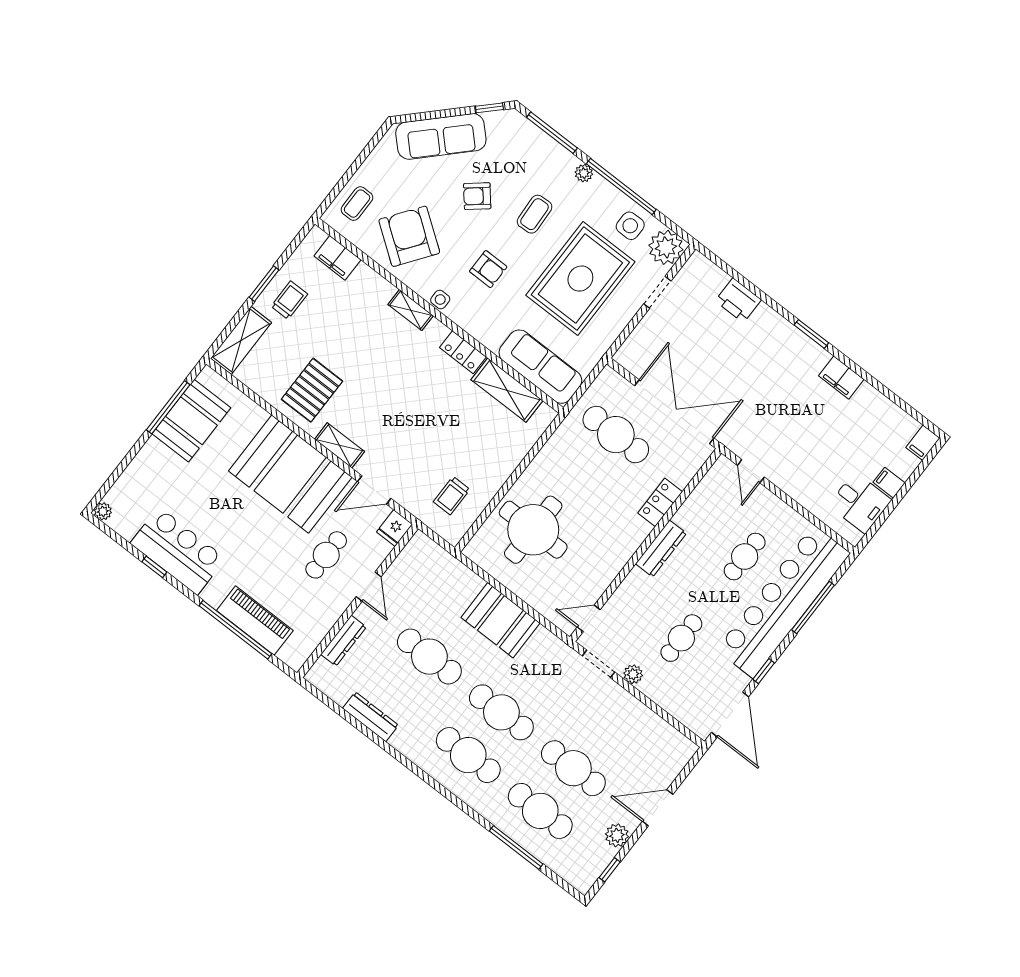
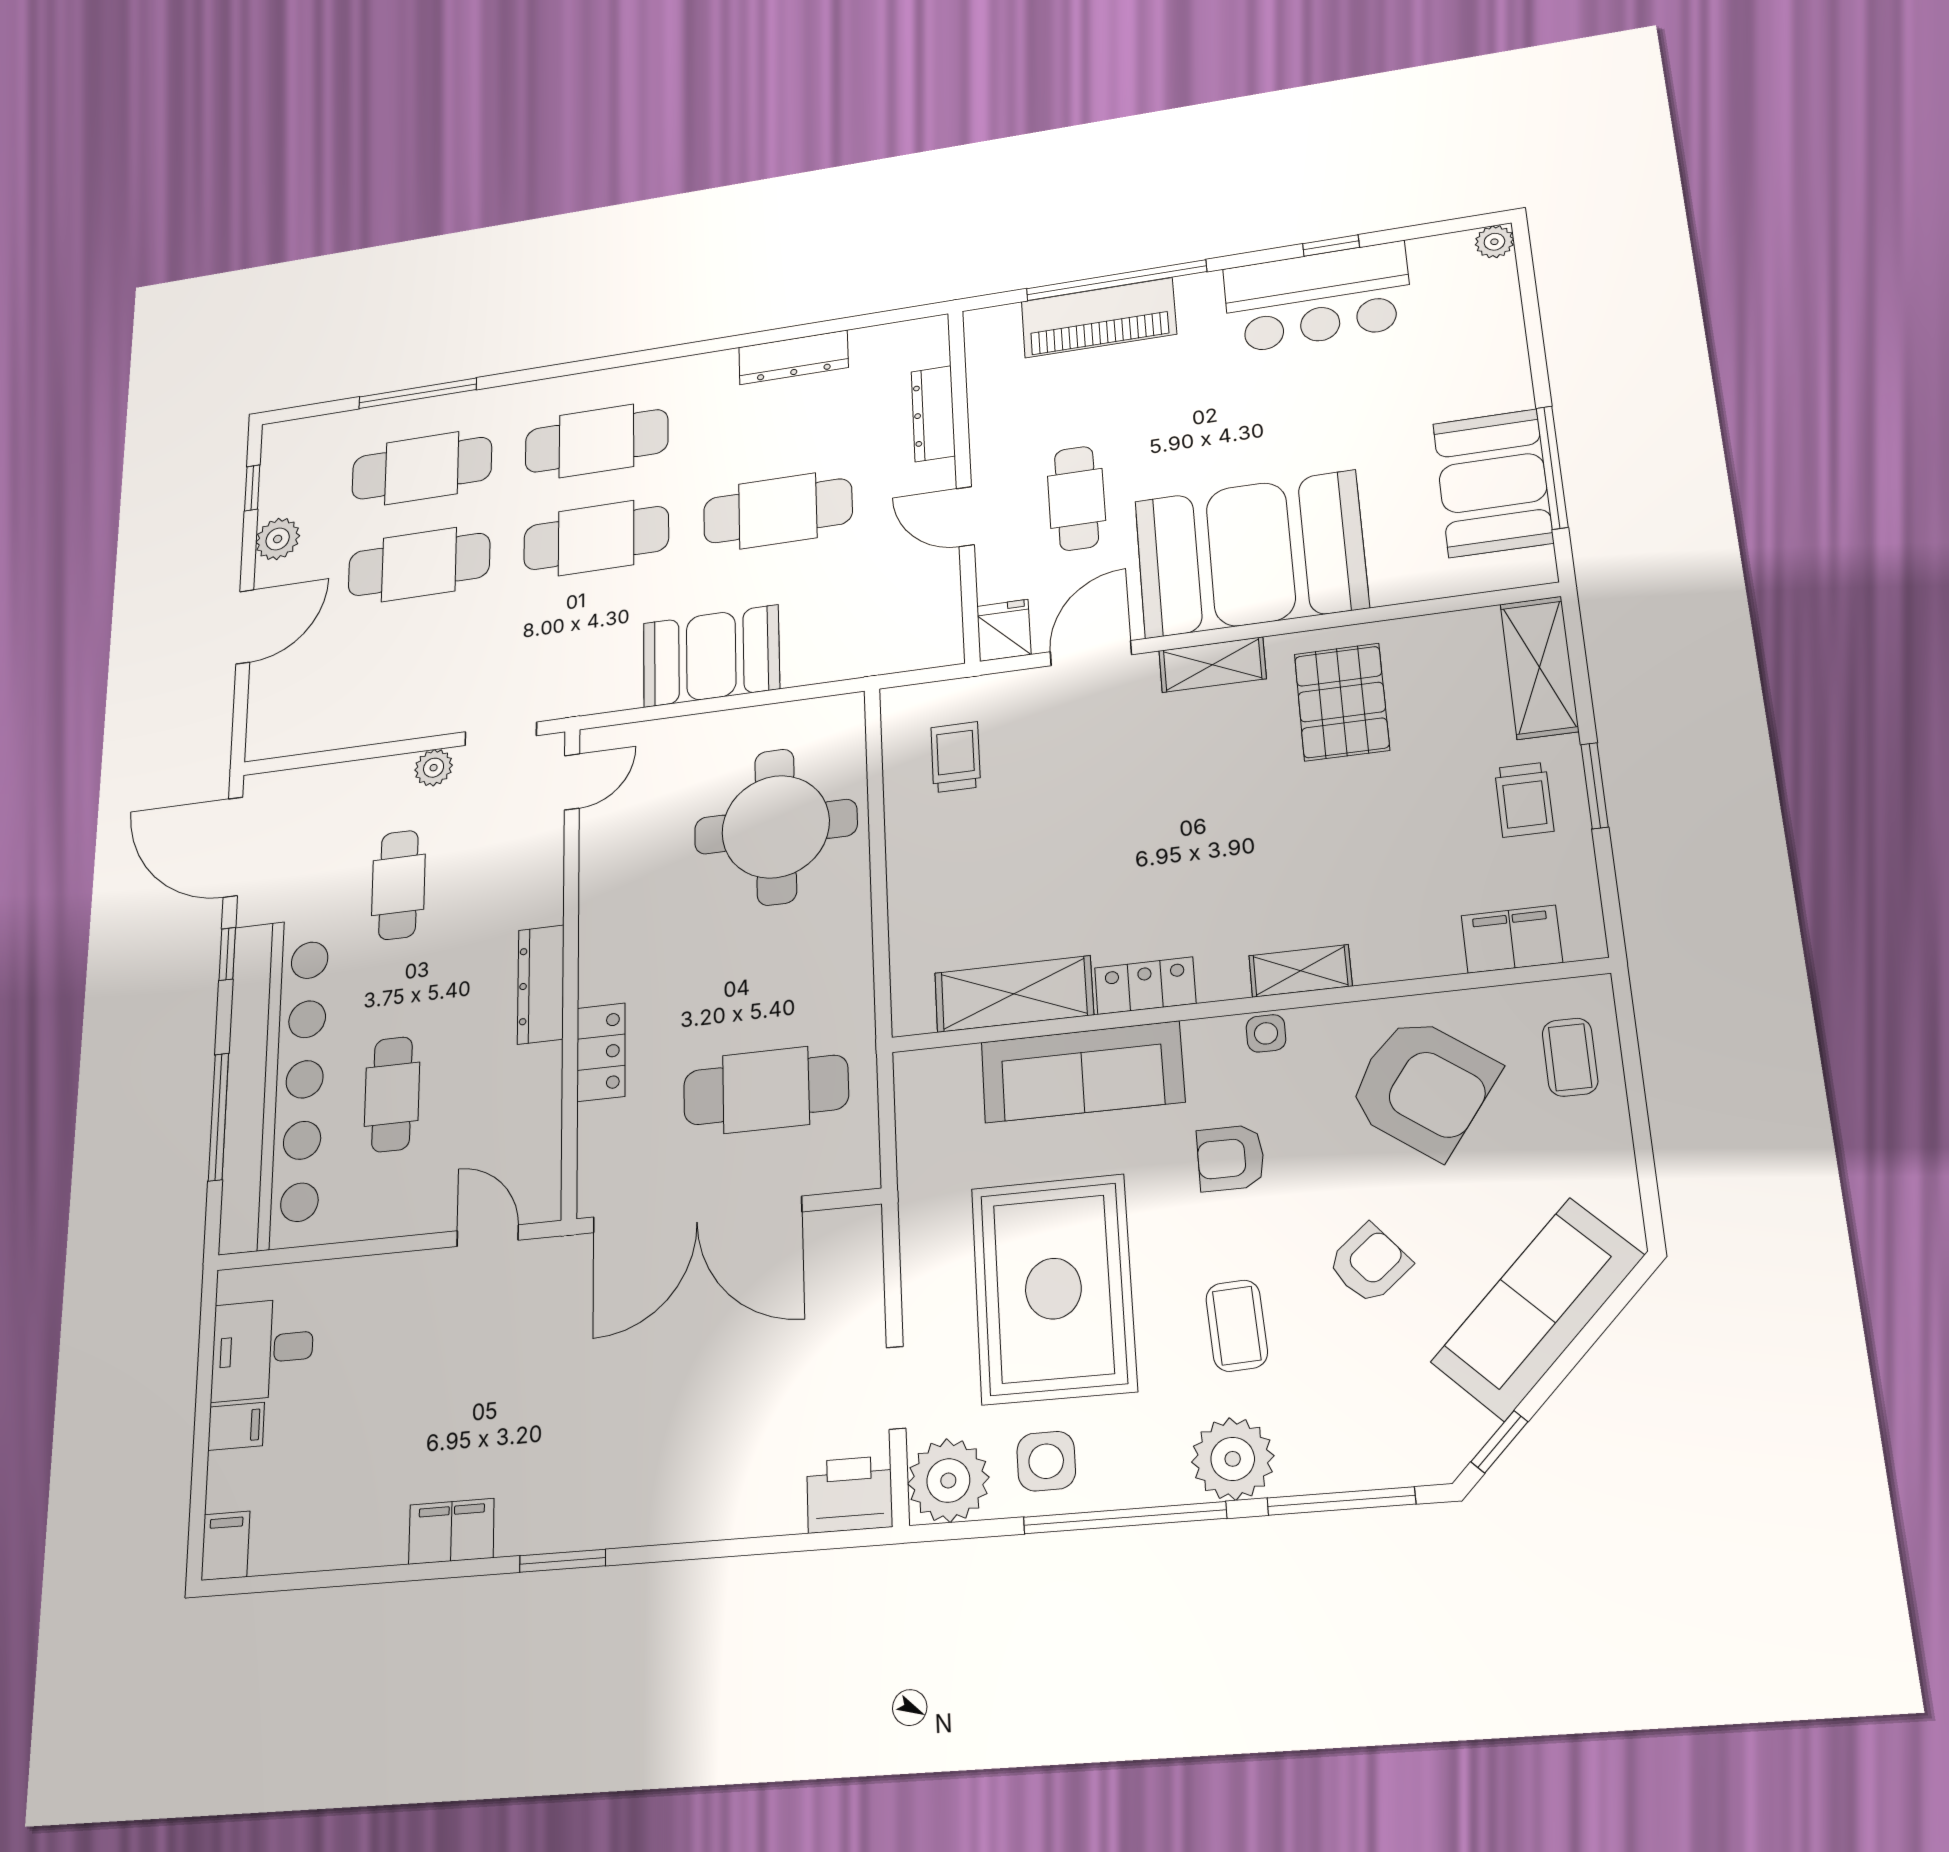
plant: (584, 173) -> (1233, 1459), width x1.88, depth x1.88
printer: (738, 300) -> (850, 1494), moved
sofa: (540, 367) -> (1082, 1072), moved

